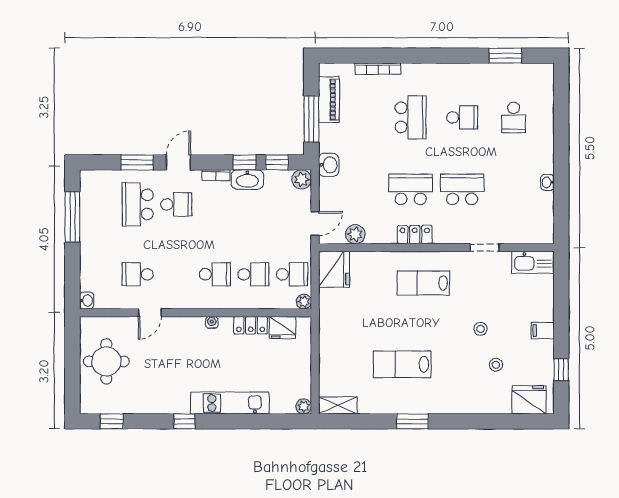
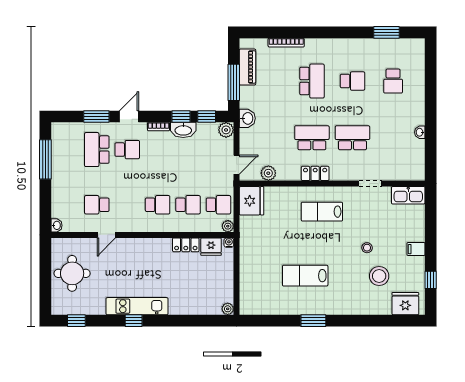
water cooler: (212, 322) -> (229, 243), moved
stool: (496, 365) -> (379, 276), width x1.89, depth x1.89
kitchen unit: (230, 403) -> (137, 306), moved
shelving: (338, 405) -> (255, 308), removed

